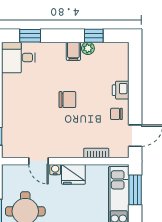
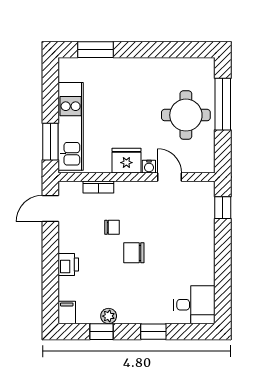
window: (30, 36) -> (153, 332), moved
filing cabinet: (73, 51) -> (67, 312), moved
chair: (116, 114) -> (112, 227), moved

